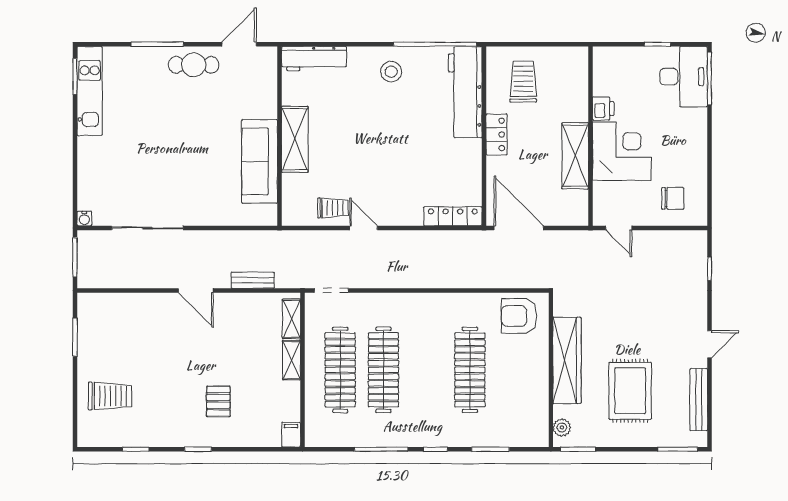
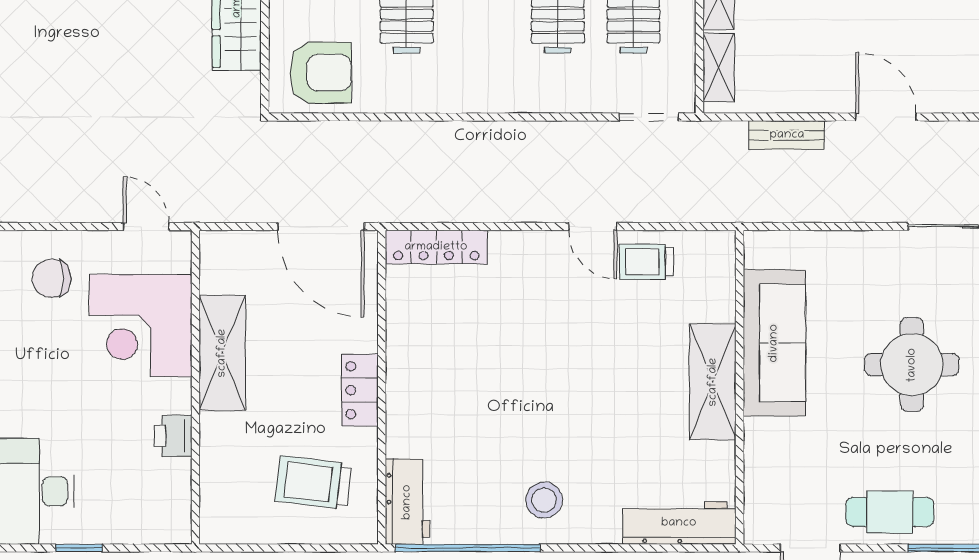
trolley: (523, 82) -> (313, 482), turned 97
workbench: (465, 92) -> (407, 502), width x0.53, depth x0.76
round table: (181, 149) -> (912, 365), added
corner desk: (622, 151) -> (141, 326), moved

